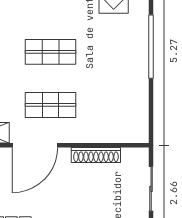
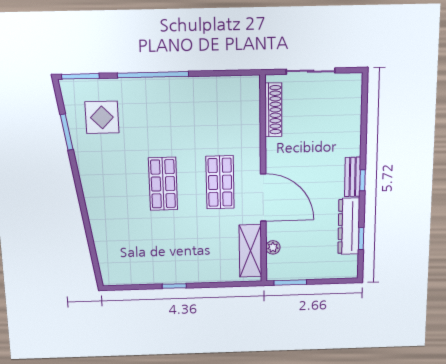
shoe rack: (96, 155) -> (273, 110), moved

